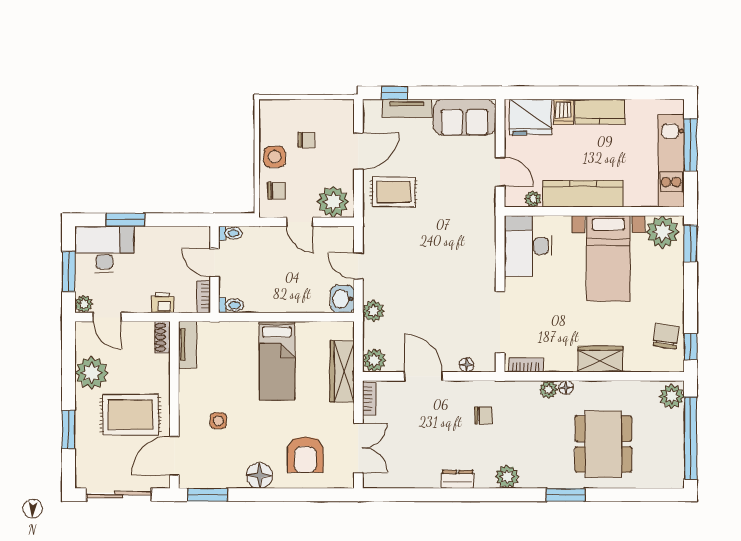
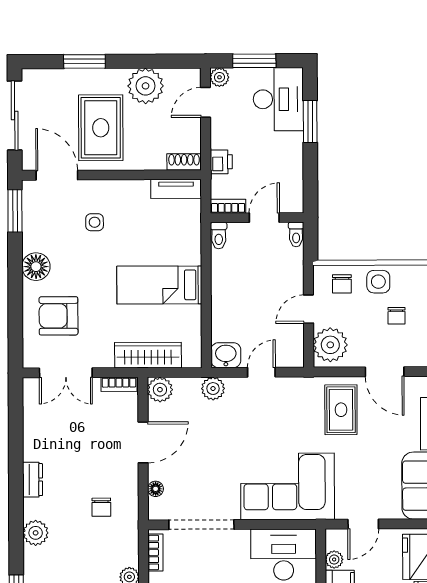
corner sofa: (465, 242) -> (288, 486), added

